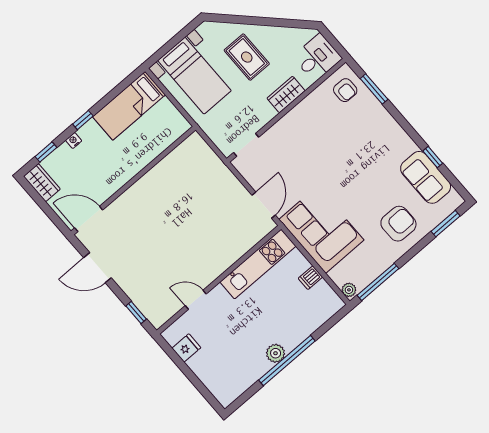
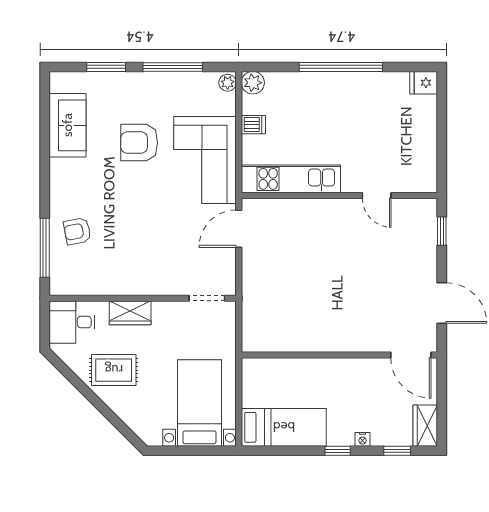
rug: (247, 57) -> (114, 370), moved, turned 90
window: (374, 89) -> (45, 248), width x1.44
armchair: (345, 90) -> (77, 231), moved, turned -101
window: (433, 157) -> (45, 138), removed
armchair: (398, 224) -> (139, 143), moved
window: (446, 224) -> (106, 67), moved
window: (378, 282) -> (173, 67), moved
fridge: (186, 348) -> (424, 83), moved
plant: (276, 353) -> (253, 83), moved

